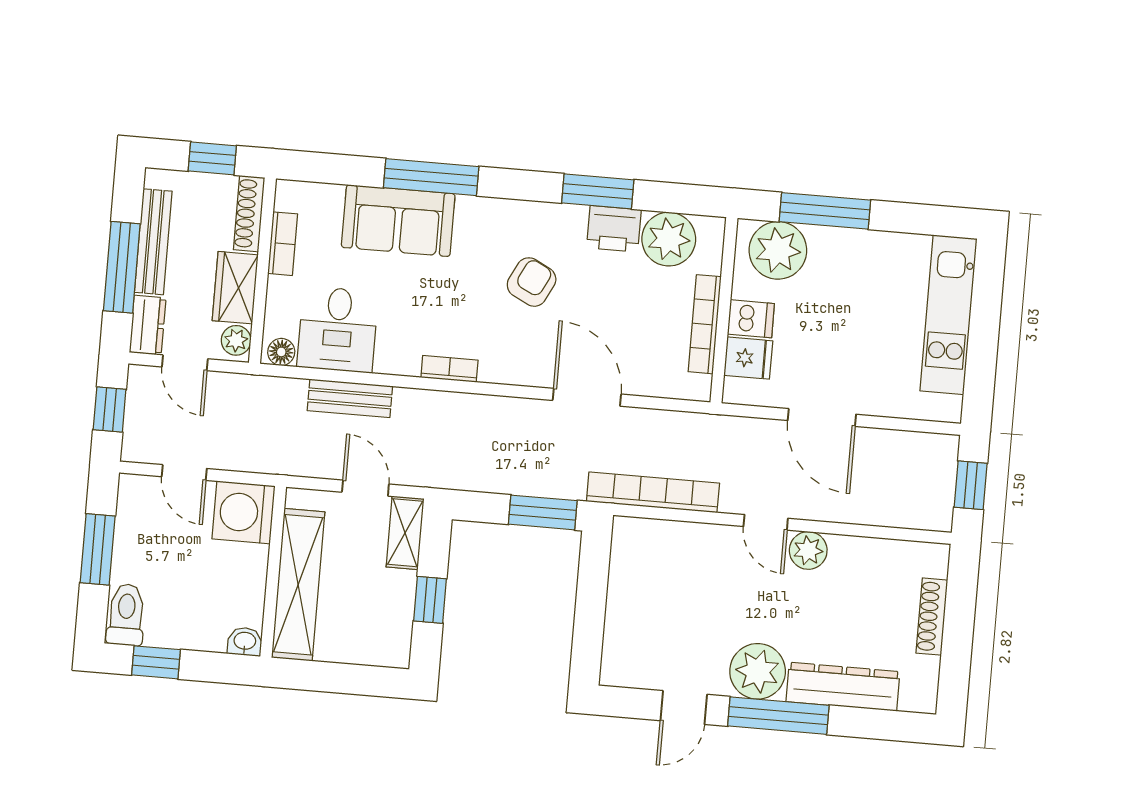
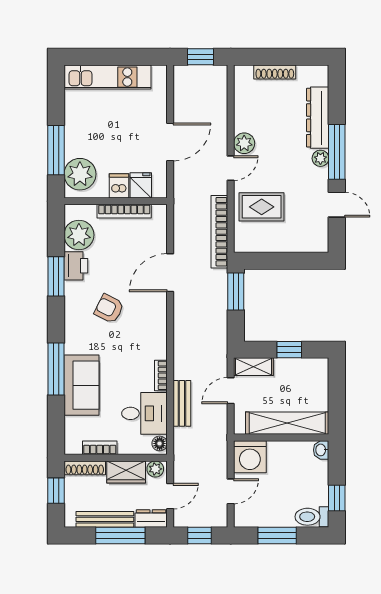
bookcase: (449, 369) -> (161, 375), moved
rug: (691, 572) -> (262, 207), added
plant: (758, 671) -> (320, 158), width x0.53, depth x0.53

